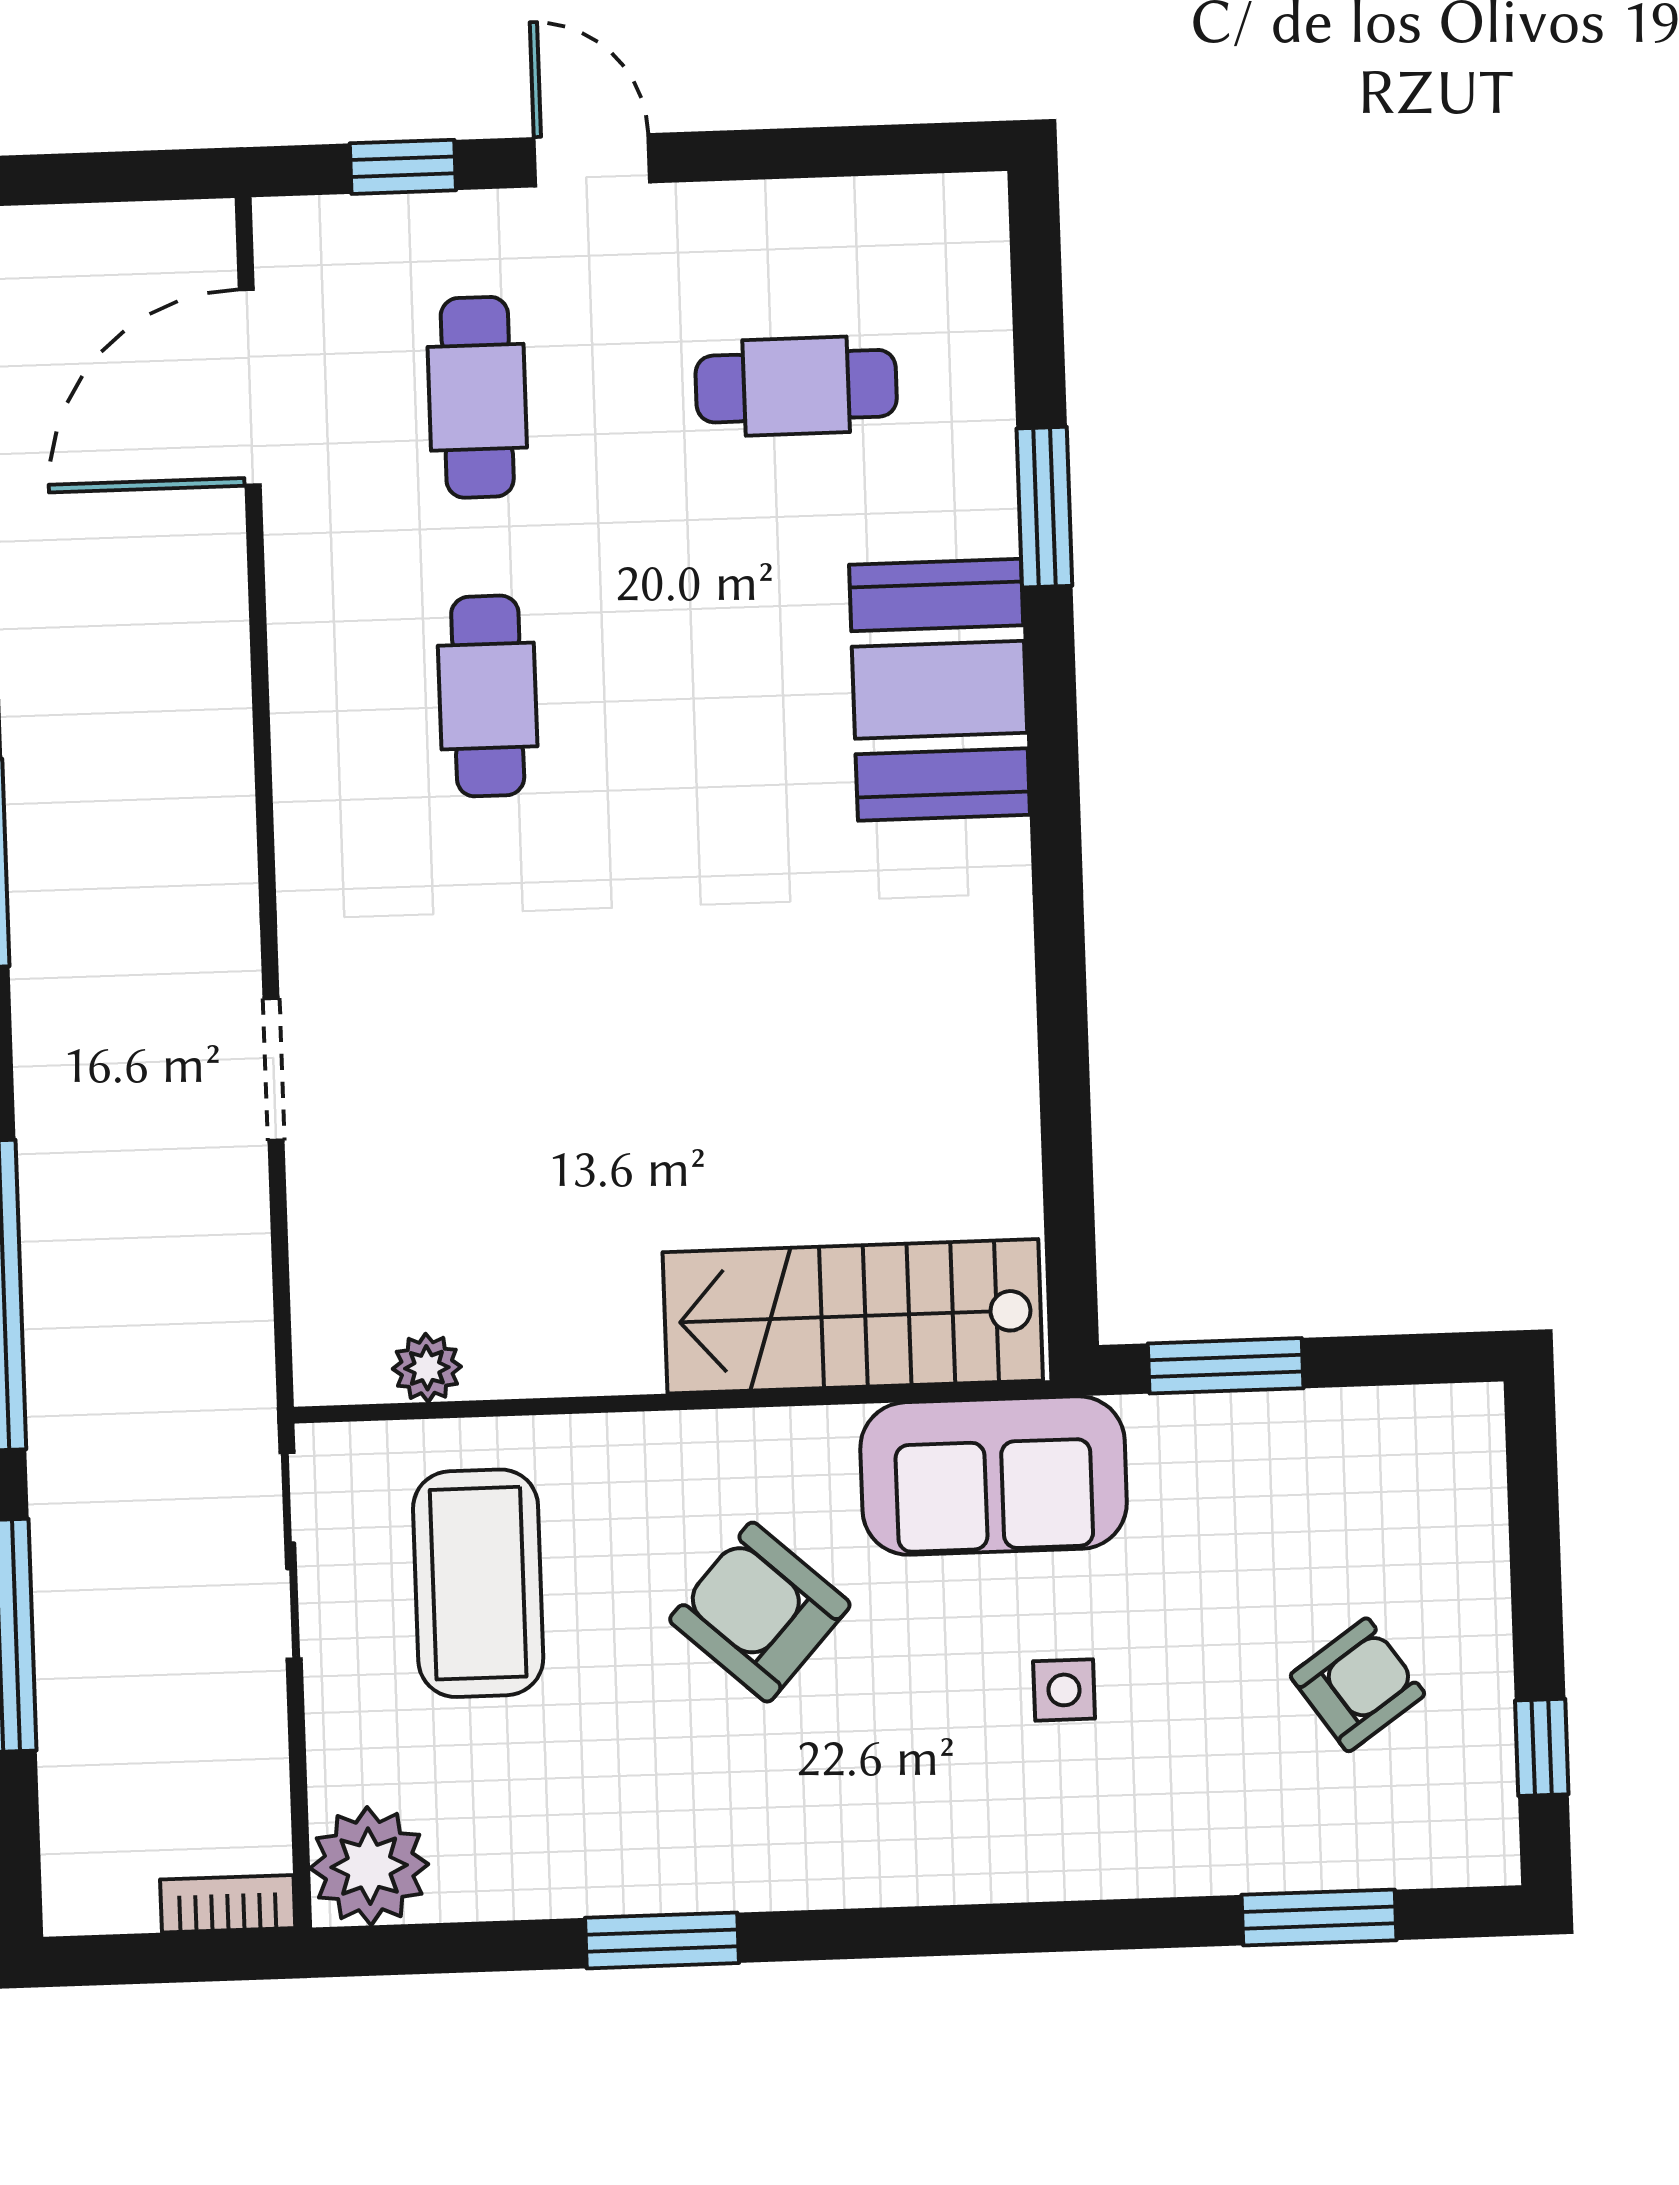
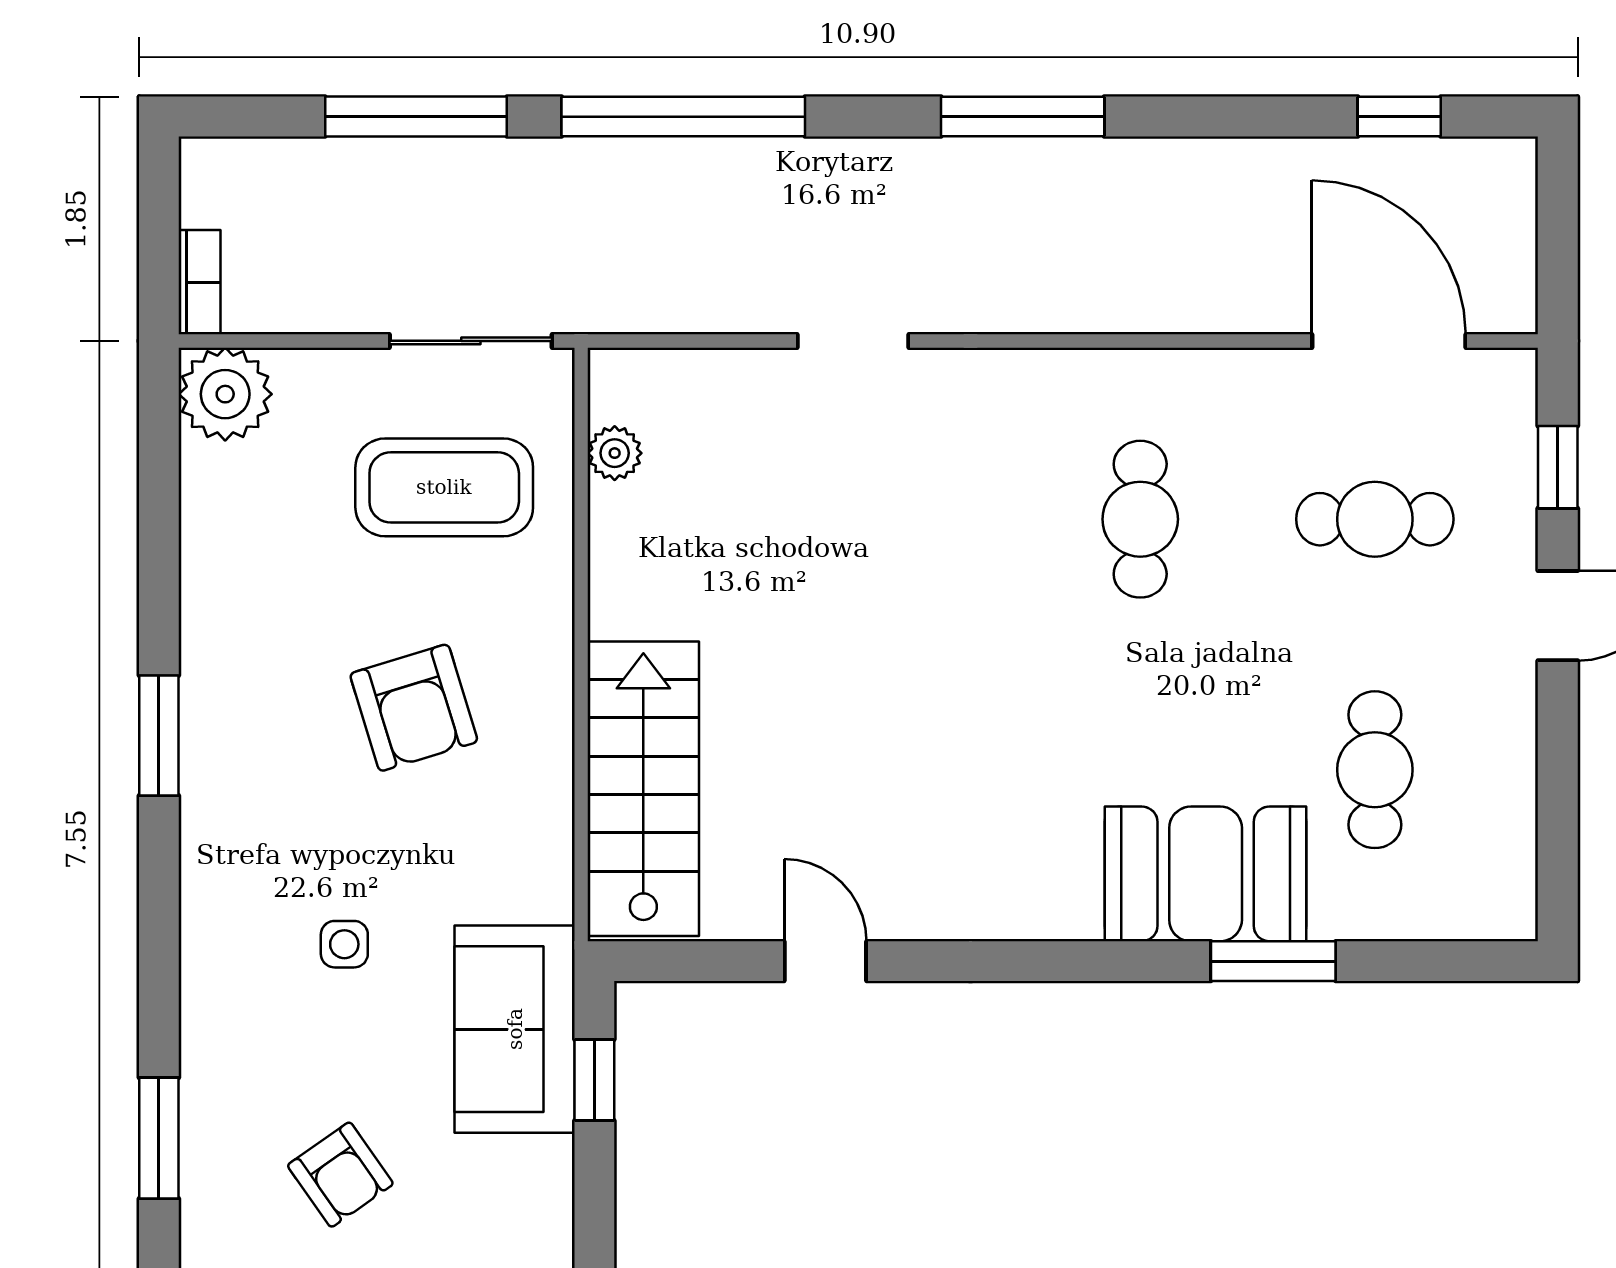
booth: (939, 690) -> (1206, 874), moved
cafe table: (488, 696) -> (1140, 519), turned 90
door: (1064, 1077) -> (825, 961), added
window: (1226, 1366) -> (594, 1080), width x0.67
sofa: (994, 1476) -> (515, 1029), moved
armchair: (760, 1612) -> (414, 708), turned 121
window: (662, 1940) -> (159, 736), moved

